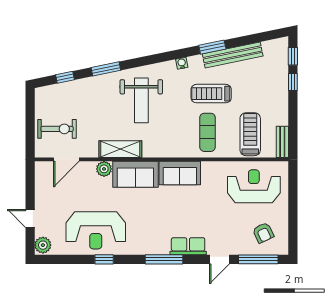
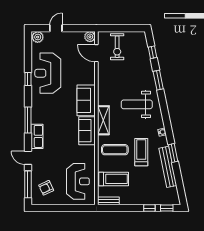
shelving: (120, 149) -> (103, 120), moved
plant: (104, 169) -> (90, 37), moved

